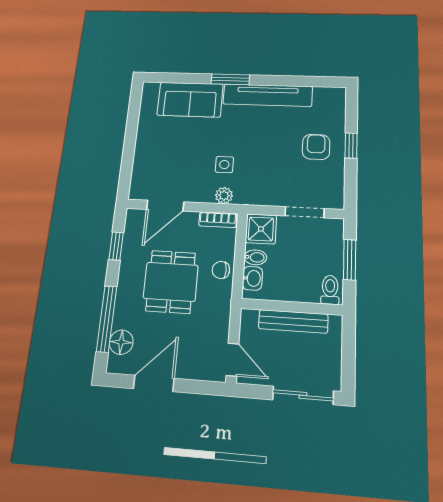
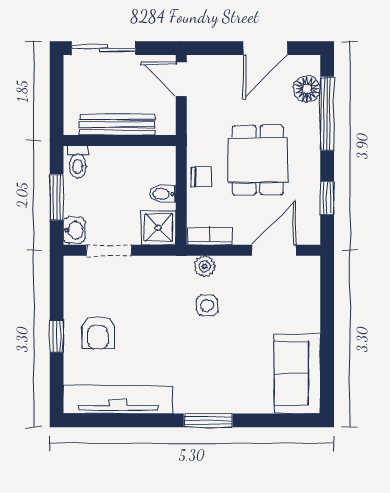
tv unit: (268, 95) -> (118, 400), moved
sofa: (190, 100) -> (297, 374), moved, turned -90
washbasin: (252, 278) -> (74, 230), moved, turned 180

